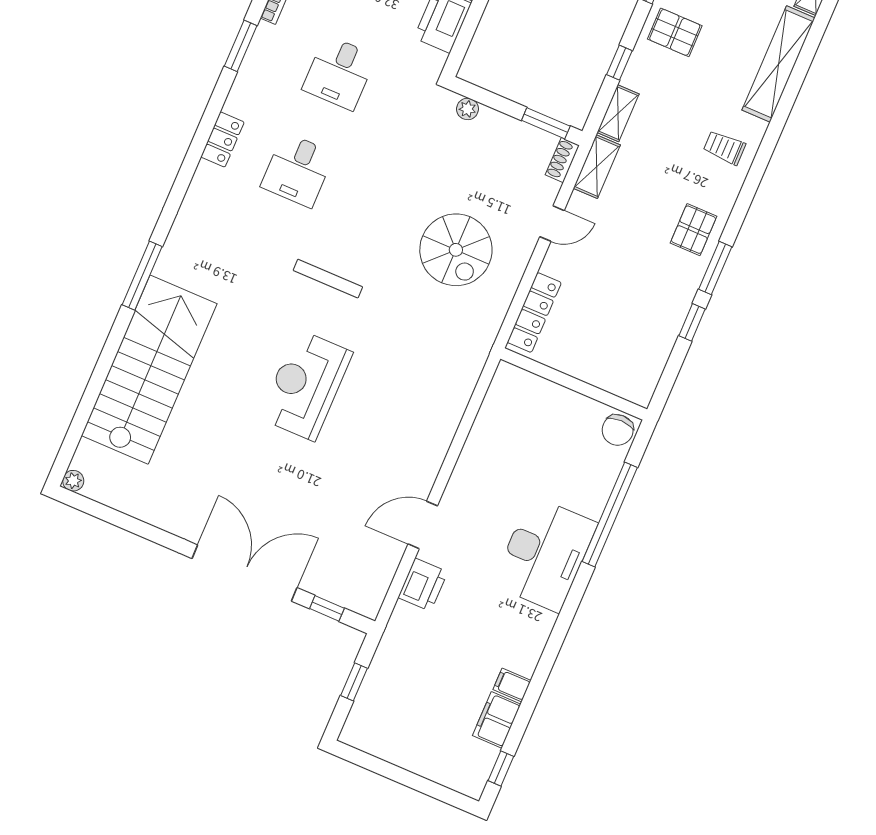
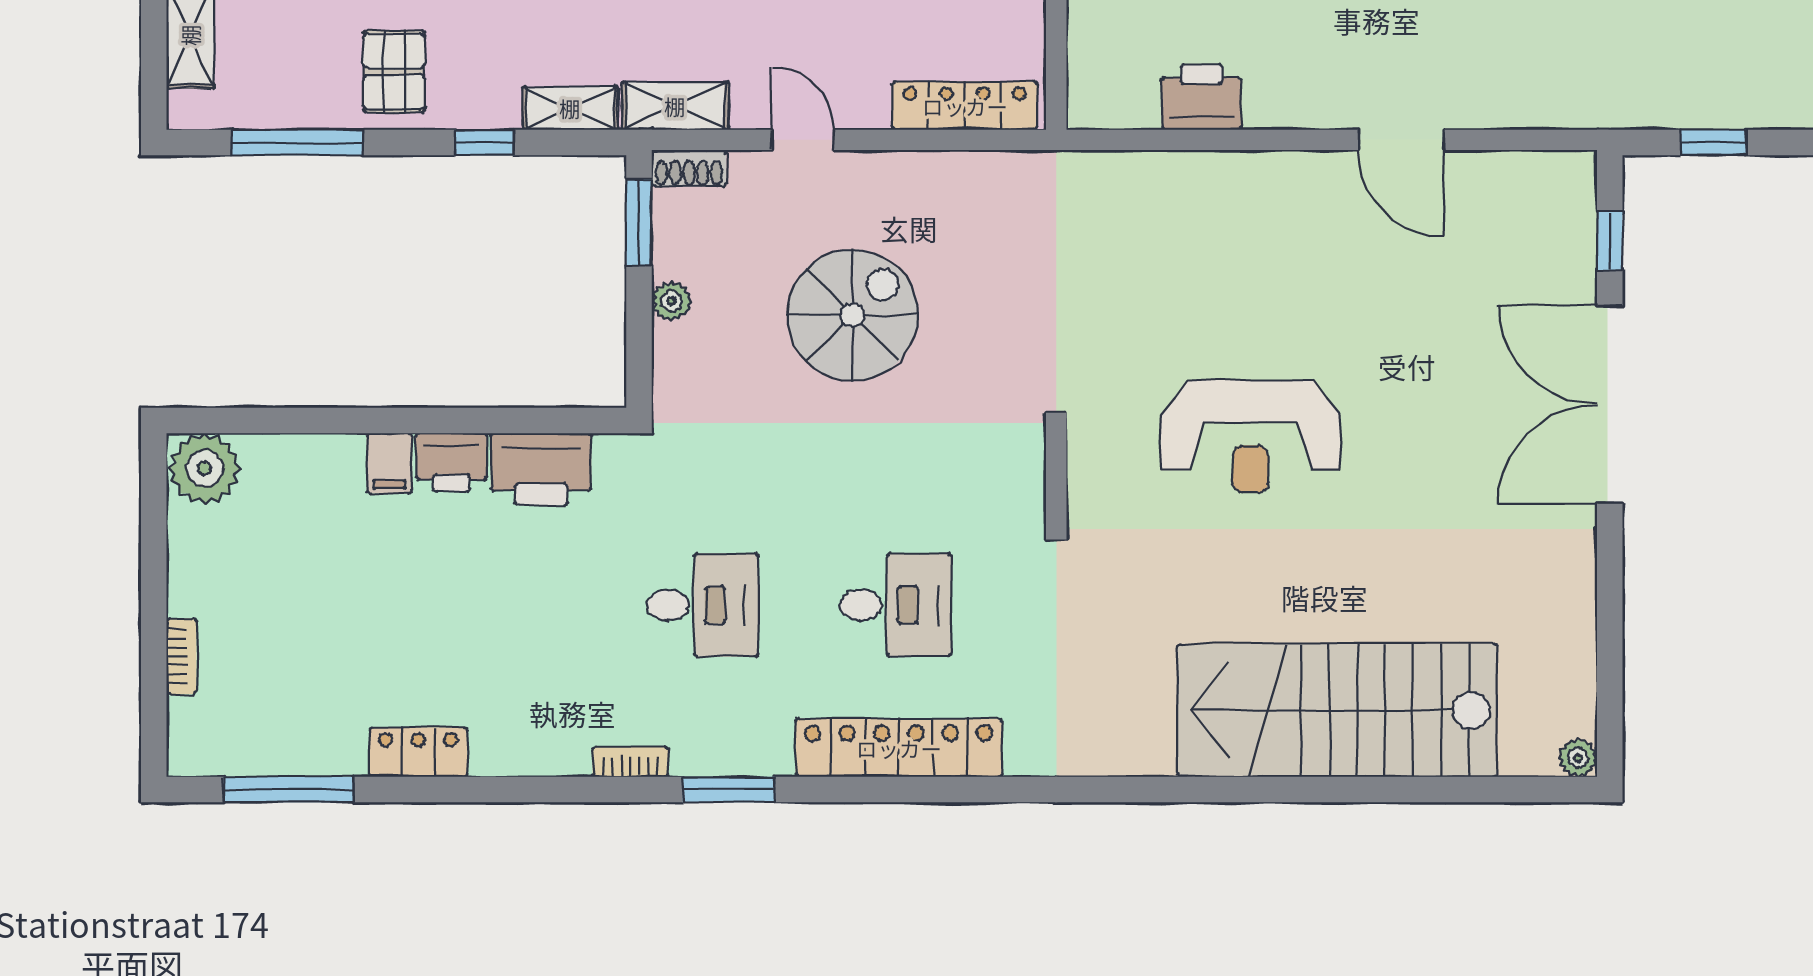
plant: (467, 109) -> (671, 301), moved
locker: (222, 139) -> (899, 748), width x2.16, depth x1.21
spiral stairs: (456, 250) -> (852, 315), moved
window: (142, 276) -> (1185, 790), removed
printer: (423, 585) -> (1201, 97), moved

